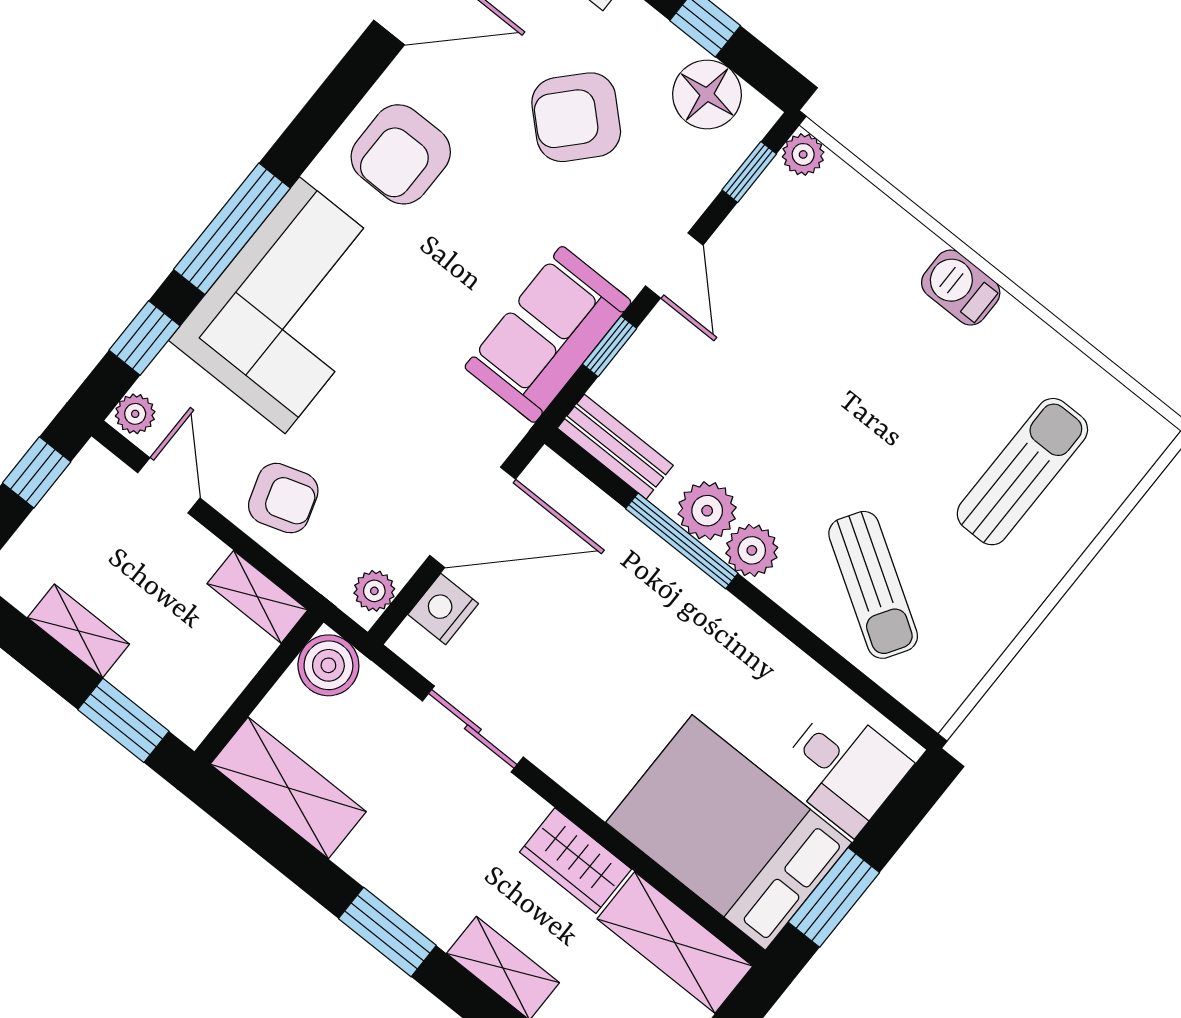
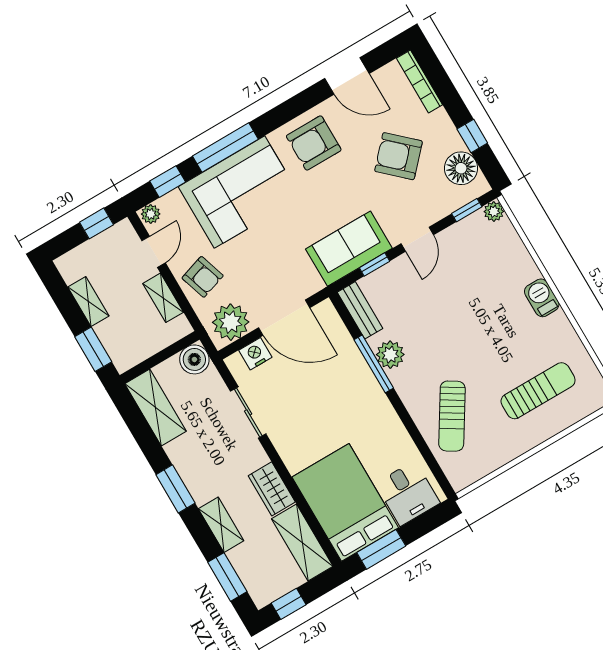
plant: (752, 550) -> (403, 380), removed
plant: (374, 591) -> (231, 322), width x1.88, depth x1.88
shelving: (257, 597) -> (163, 298), moved

